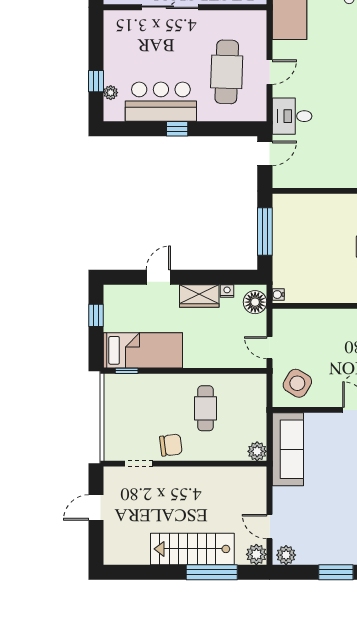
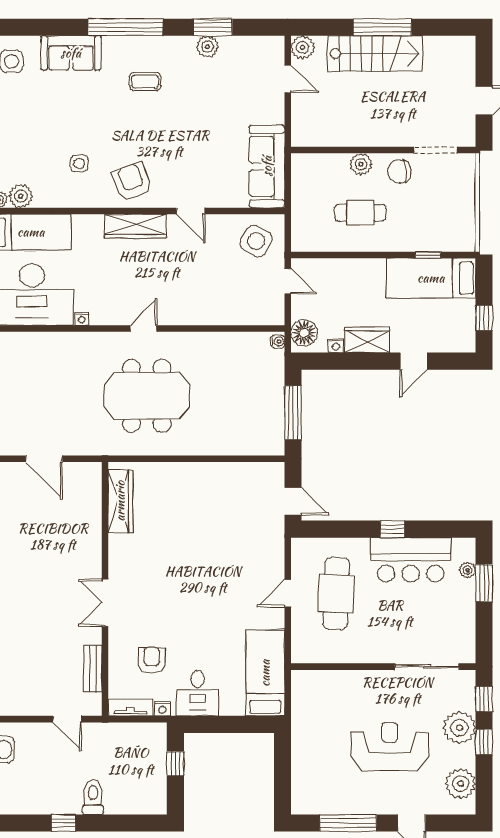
sliding door: (170, 7) -> (427, 667), moved
window: (96, 81) -> (484, 583), width x1.50
desk: (292, 116) -> (262, 543), removed
door: (265, 153) -> (293, 501), swing flipped
window: (127, 371) -> (428, 255), moved
cafe table: (205, 408) -> (360, 213), turned 90
plant: (257, 451) -> (361, 164), moved
doorway: (139, 464) -> (436, 150), width x1.38
plant: (286, 555) -> (207, 47), moved
window: (212, 572) -> (382, 27), moved

